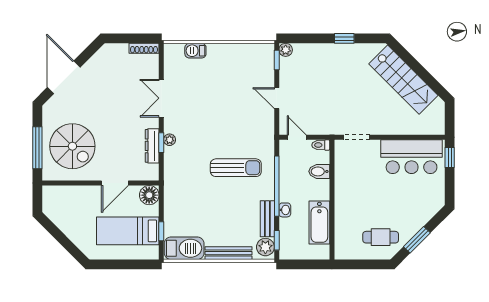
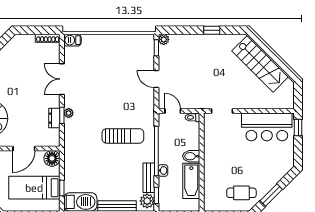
barbecue: (195, 51) -> (72, 40), moved
dresser: (152, 146) -> (54, 118), width x0.70
bidet: (319, 171) -> (191, 156), moved

